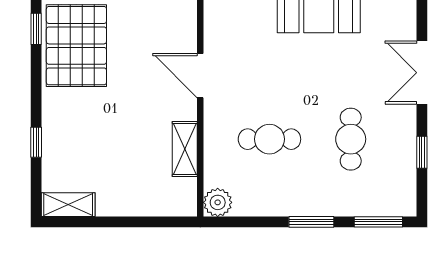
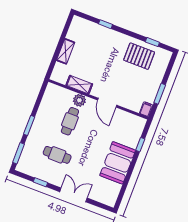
pallet: (76, 46) -> (139, 56), width x0.73, depth x0.71
door: (200, 76) -> (107, 103), swing flipped
plant: (218, 202) -> (79, 100), moved
shelving: (68, 205) -> (66, 51), moved

